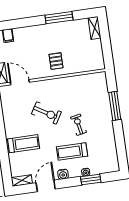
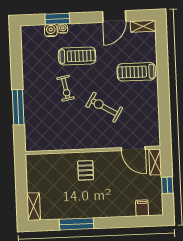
water cooler: (63, 174) -> (51, 30), moved

